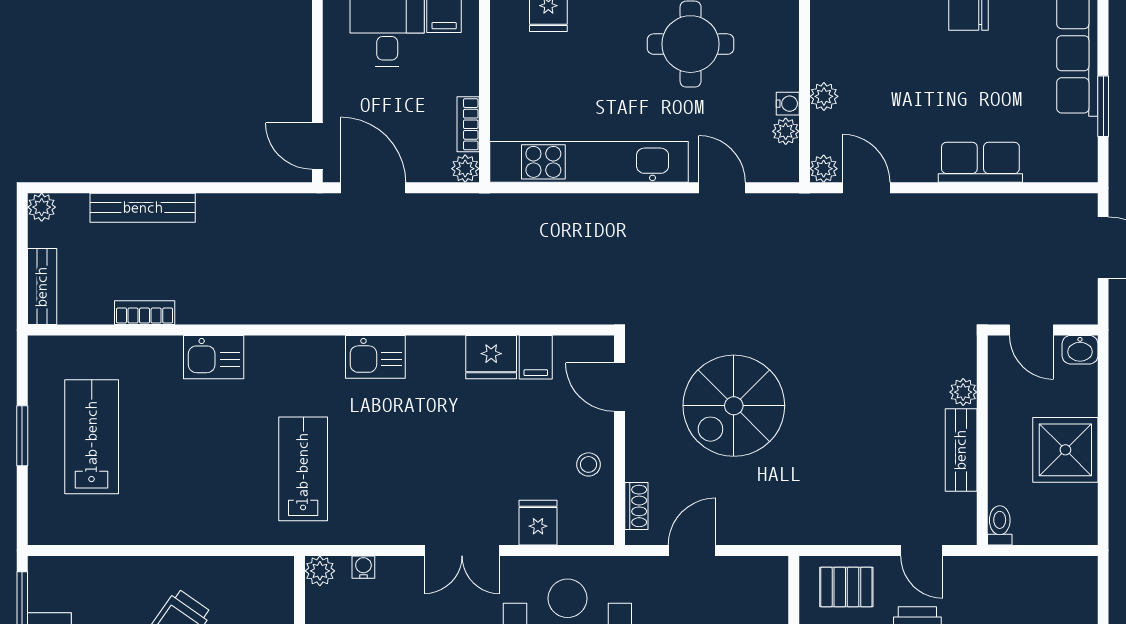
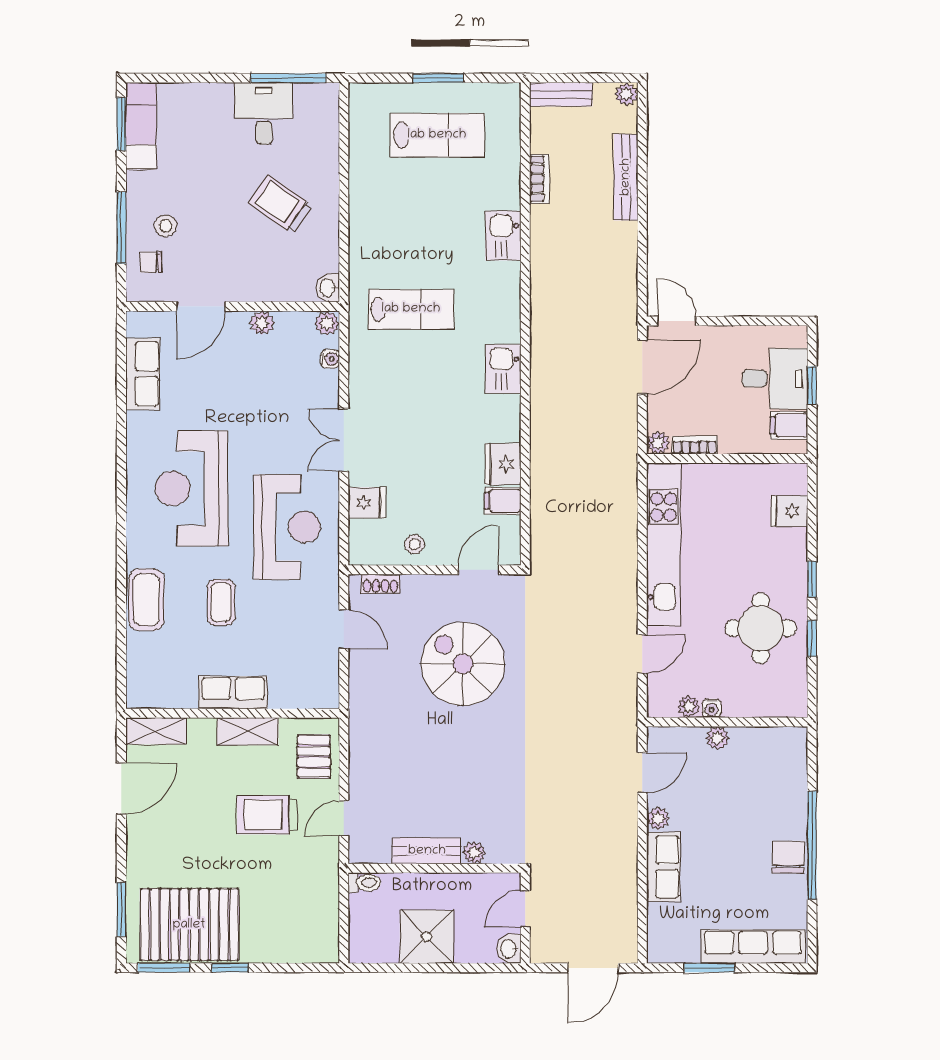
door: (317, 146) -> (677, 321), hinge flipped
plant: (824, 169) -> (658, 818), moved
washbasin: (277, 570) -> (328, 288), added

